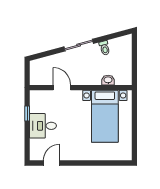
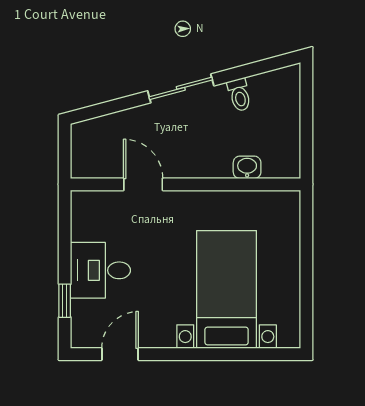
window: (27, 114) -> (65, 301), moved
bed with nightstands: (105, 116) -> (227, 289), moved, turned 180

